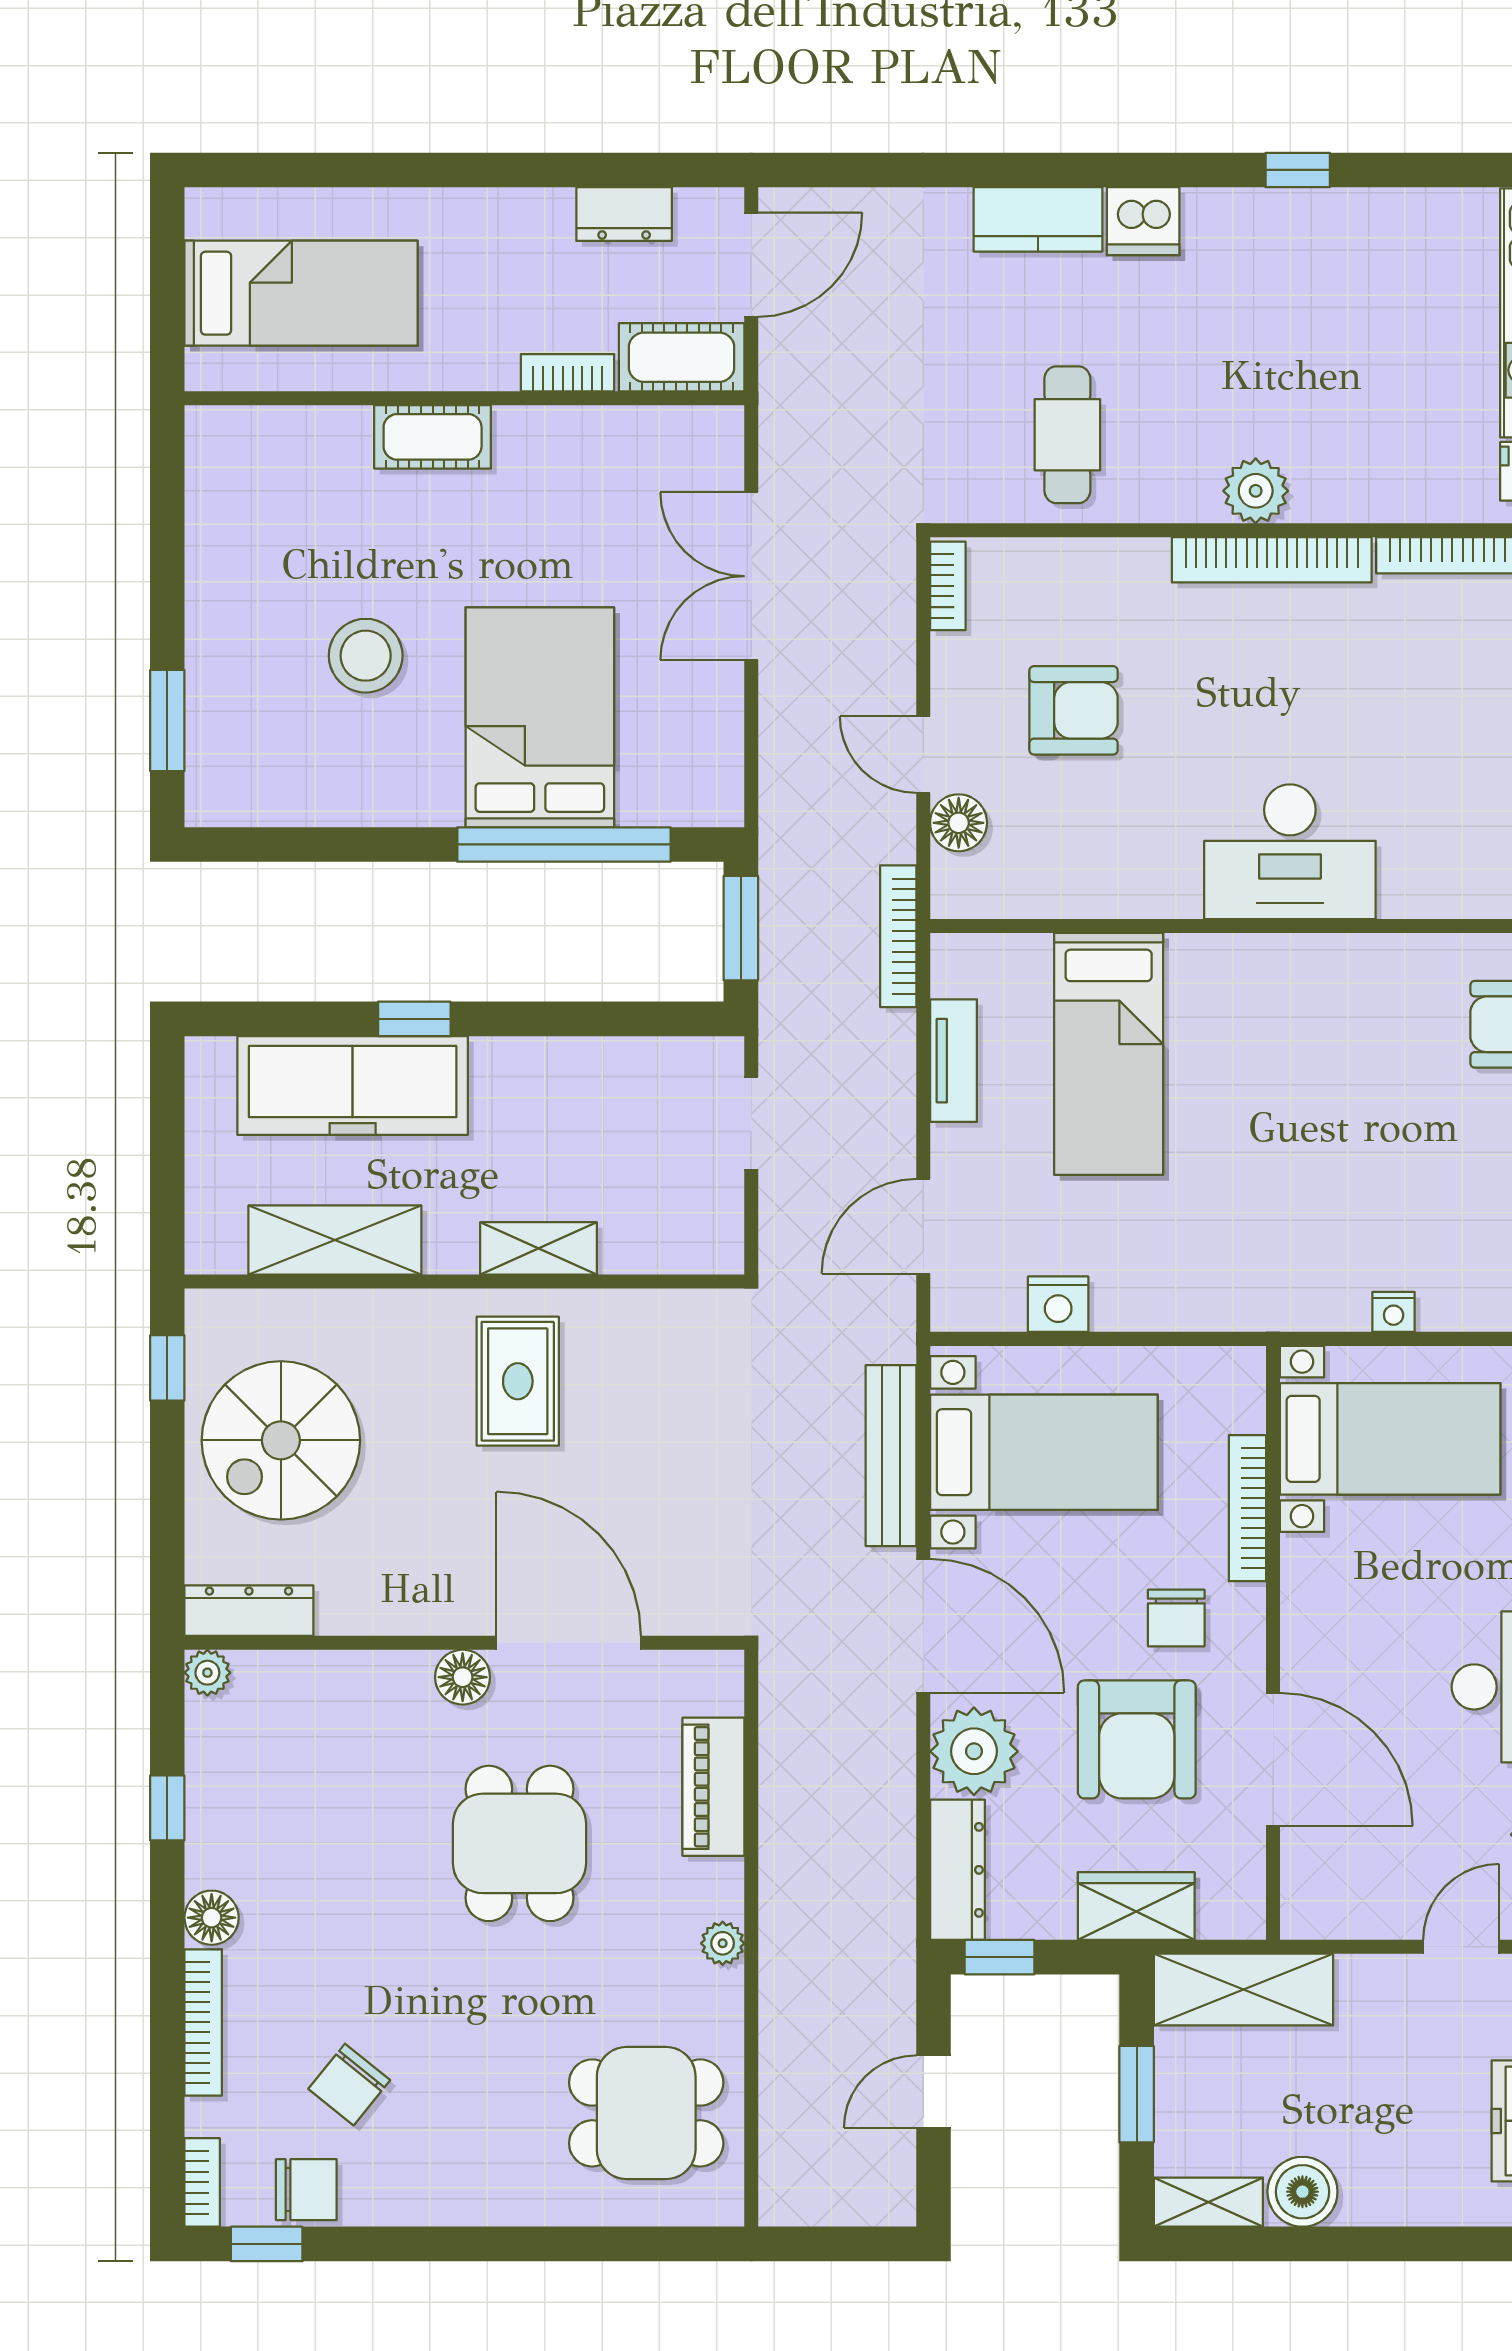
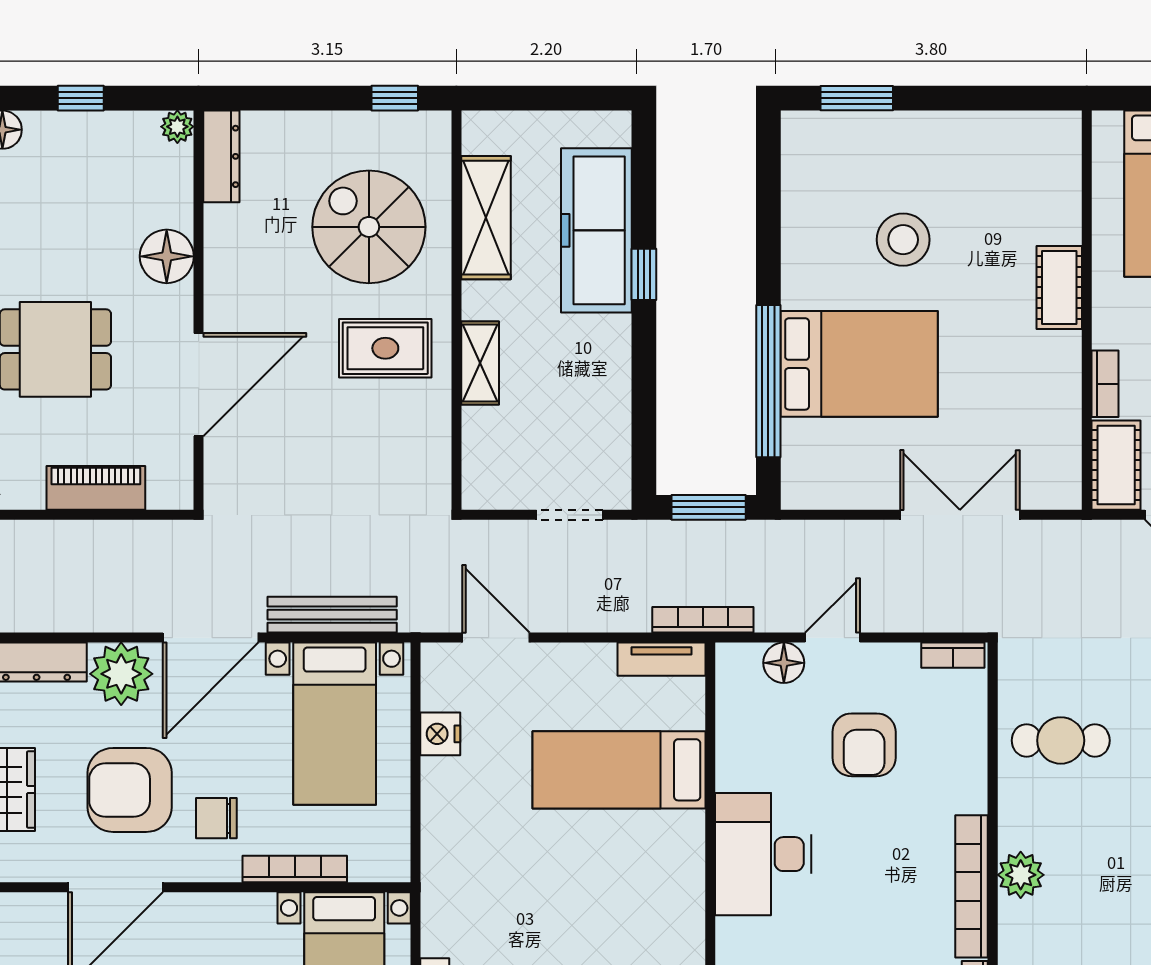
desk: (1290, 852) -> (763, 854), moved
tv unit: (954, 1061) -> (661, 659), moved
spiral stairs: (281, 1440) -> (369, 227), moved
floor lamp: (463, 1677) -> (167, 256), moved, width x1.38, depth x1.38

